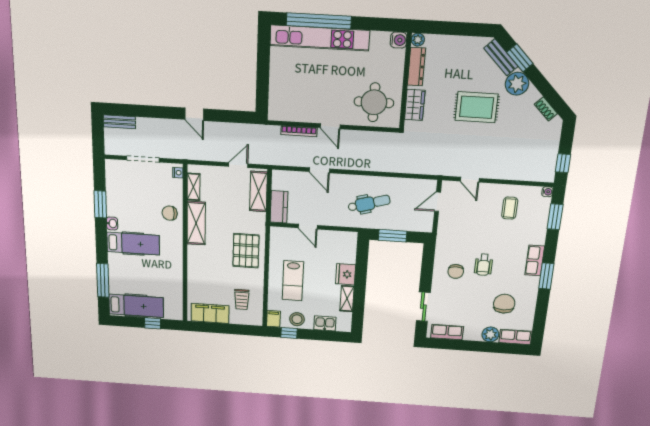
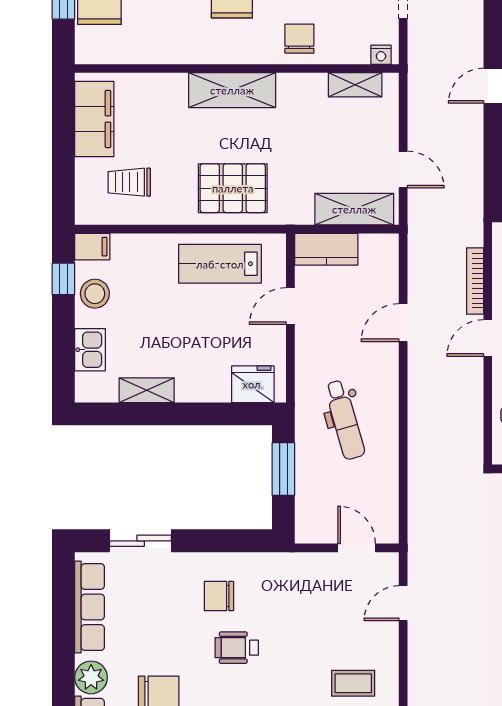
shelving: (196, 223) -> (232, 90), moved
fridge: (346, 274) -> (253, 384), moved
lab bench: (293, 281) -> (220, 264), moved
row of seats: (447, 332) -> (90, 607), width x1.48

